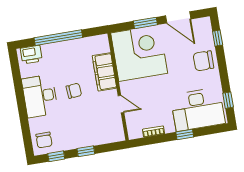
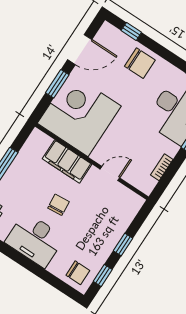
chair: (203, 61) -> (140, 63), turned -90

